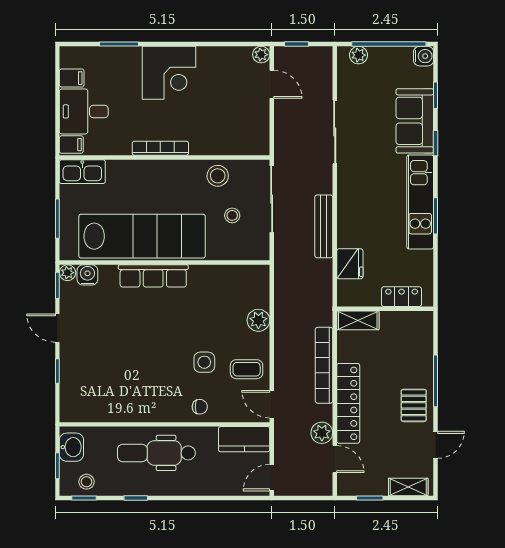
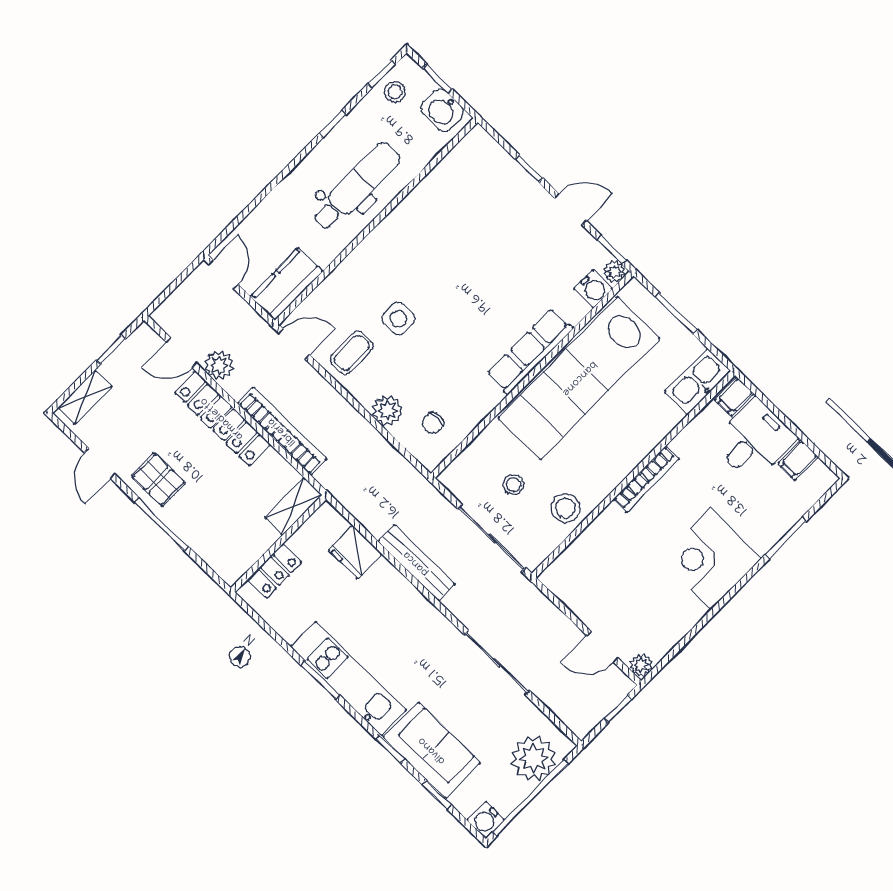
plant: (358, 55) -> (533, 758), width x1.88, depth x1.88
chair: (200, 407) -> (433, 423), moved

